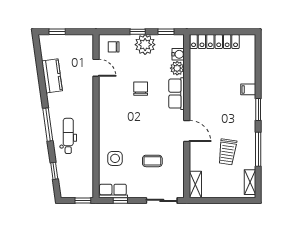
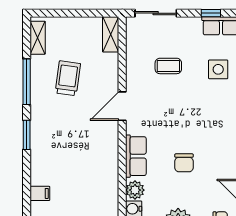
filing cabinet: (248, 89) -> (40, 193), moved
door: (187, 131) -> (122, 106), hinge flipped

